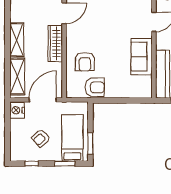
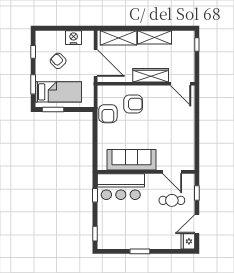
sofa: (142, 57) -> (132, 160), width x1.36
armchair: (85, 62) -> (133, 104), turned 180
nightstand: (17, 110) -> (74, 38), moved

